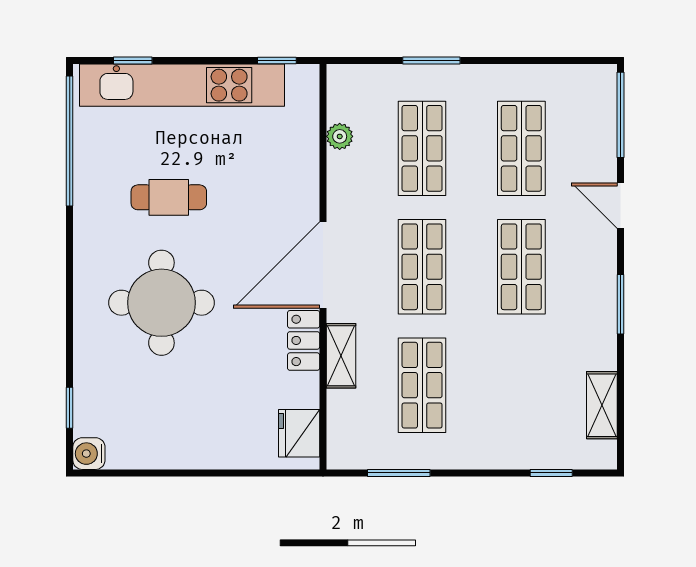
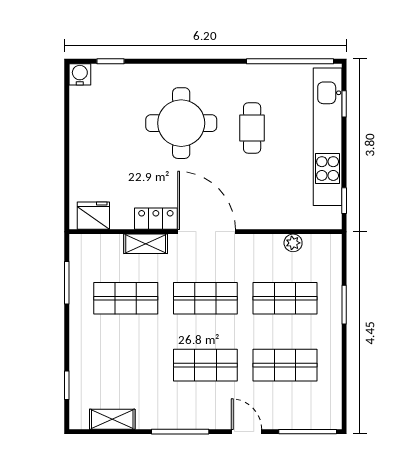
door: (620, 206) -> (246, 432), hinge flipped
window: (620, 304) -> (180, 432), width x1.44

